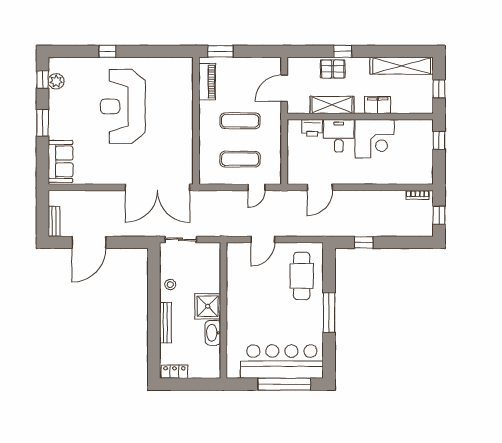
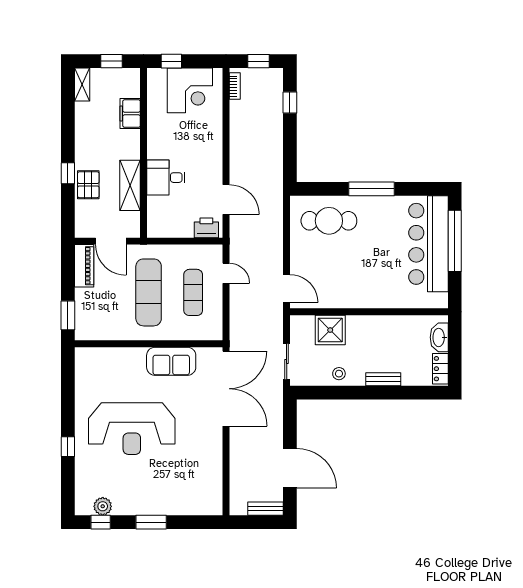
shelving: (402, 66) -> (82, 85), width x0.45, depth x0.75
piano: (207, 82) -> (84, 266), moved, turned 90
filing cabinet: (378, 105) -> (130, 114), moved
exercise mat: (240, 121) -> (149, 292), width x1.36, depth x1.45
printer: (312, 128) -> (206, 228), moved, turned -90
corner desk: (375, 139) -> (190, 90), moved, turned 90
sofa: (61, 161) -> (171, 361), moved, turned 180
door: (263, 239) -> (287, 288), moved
window: (364, 242) -> (290, 102), moved
shower: (208, 306) -> (330, 330), moved
bench: (165, 323) -> (383, 379), width x0.73
washbasin: (213, 333) -> (439, 337), moved, turned 90

